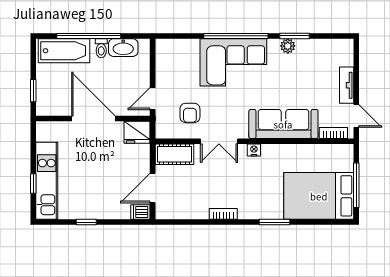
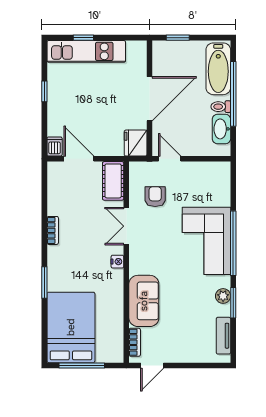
tv unit: (347, 85) -> (223, 336), moved, turned -90
armchair: (190, 113) -> (155, 197), turned 90
sofa: (283, 124) -> (144, 301), width x0.73

